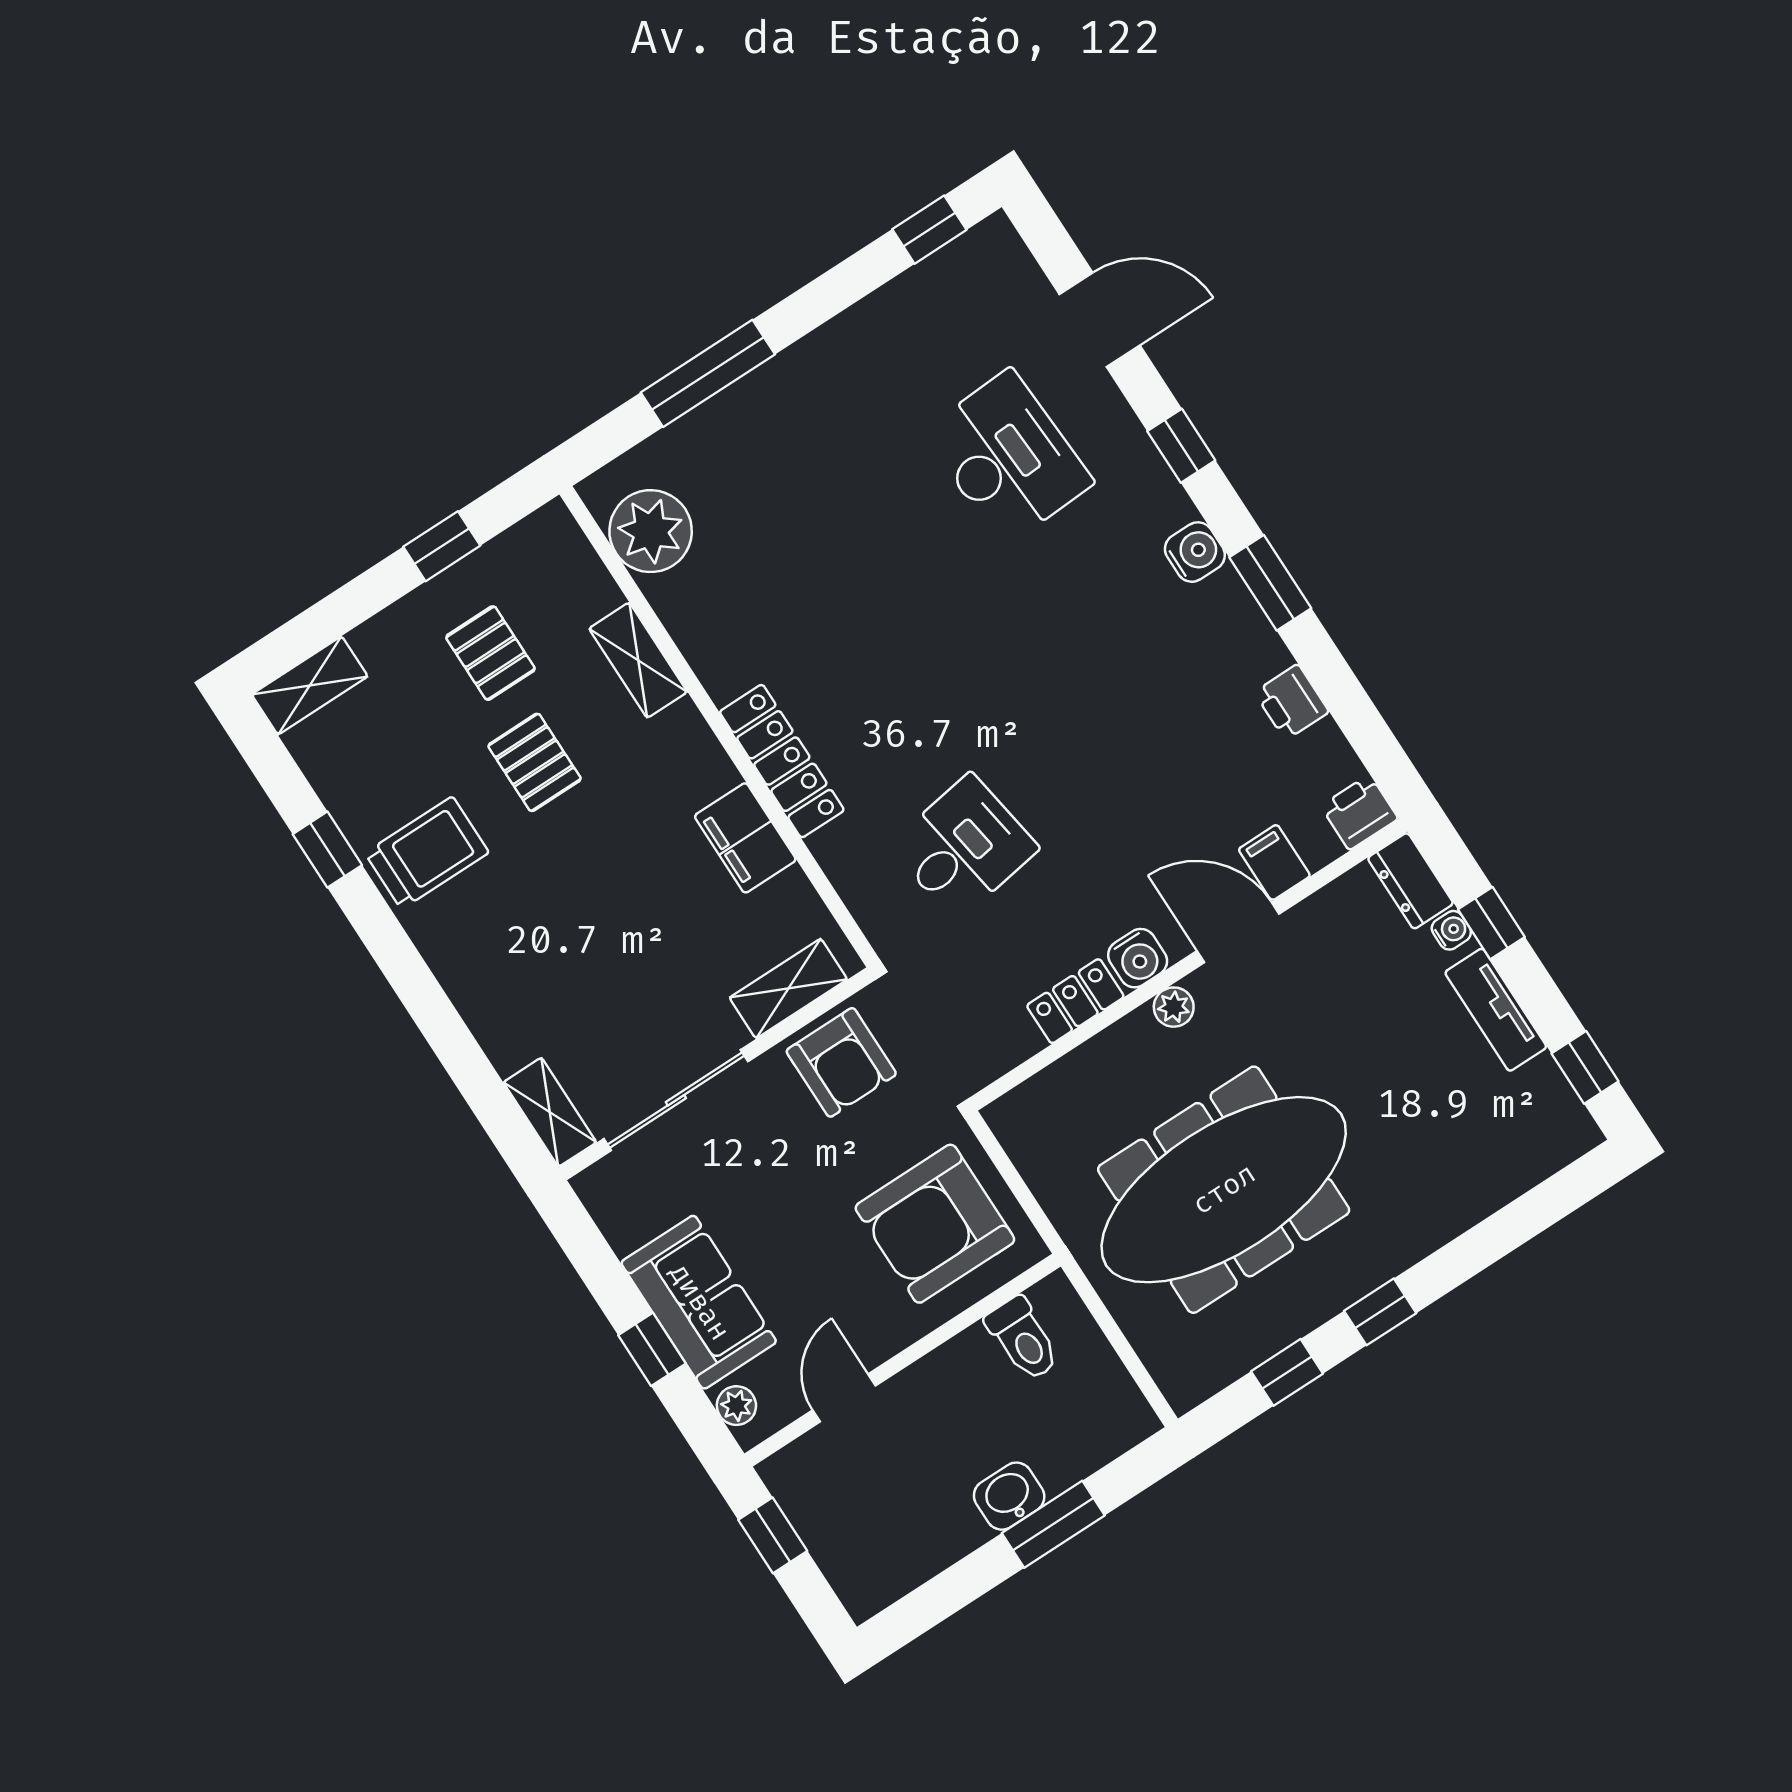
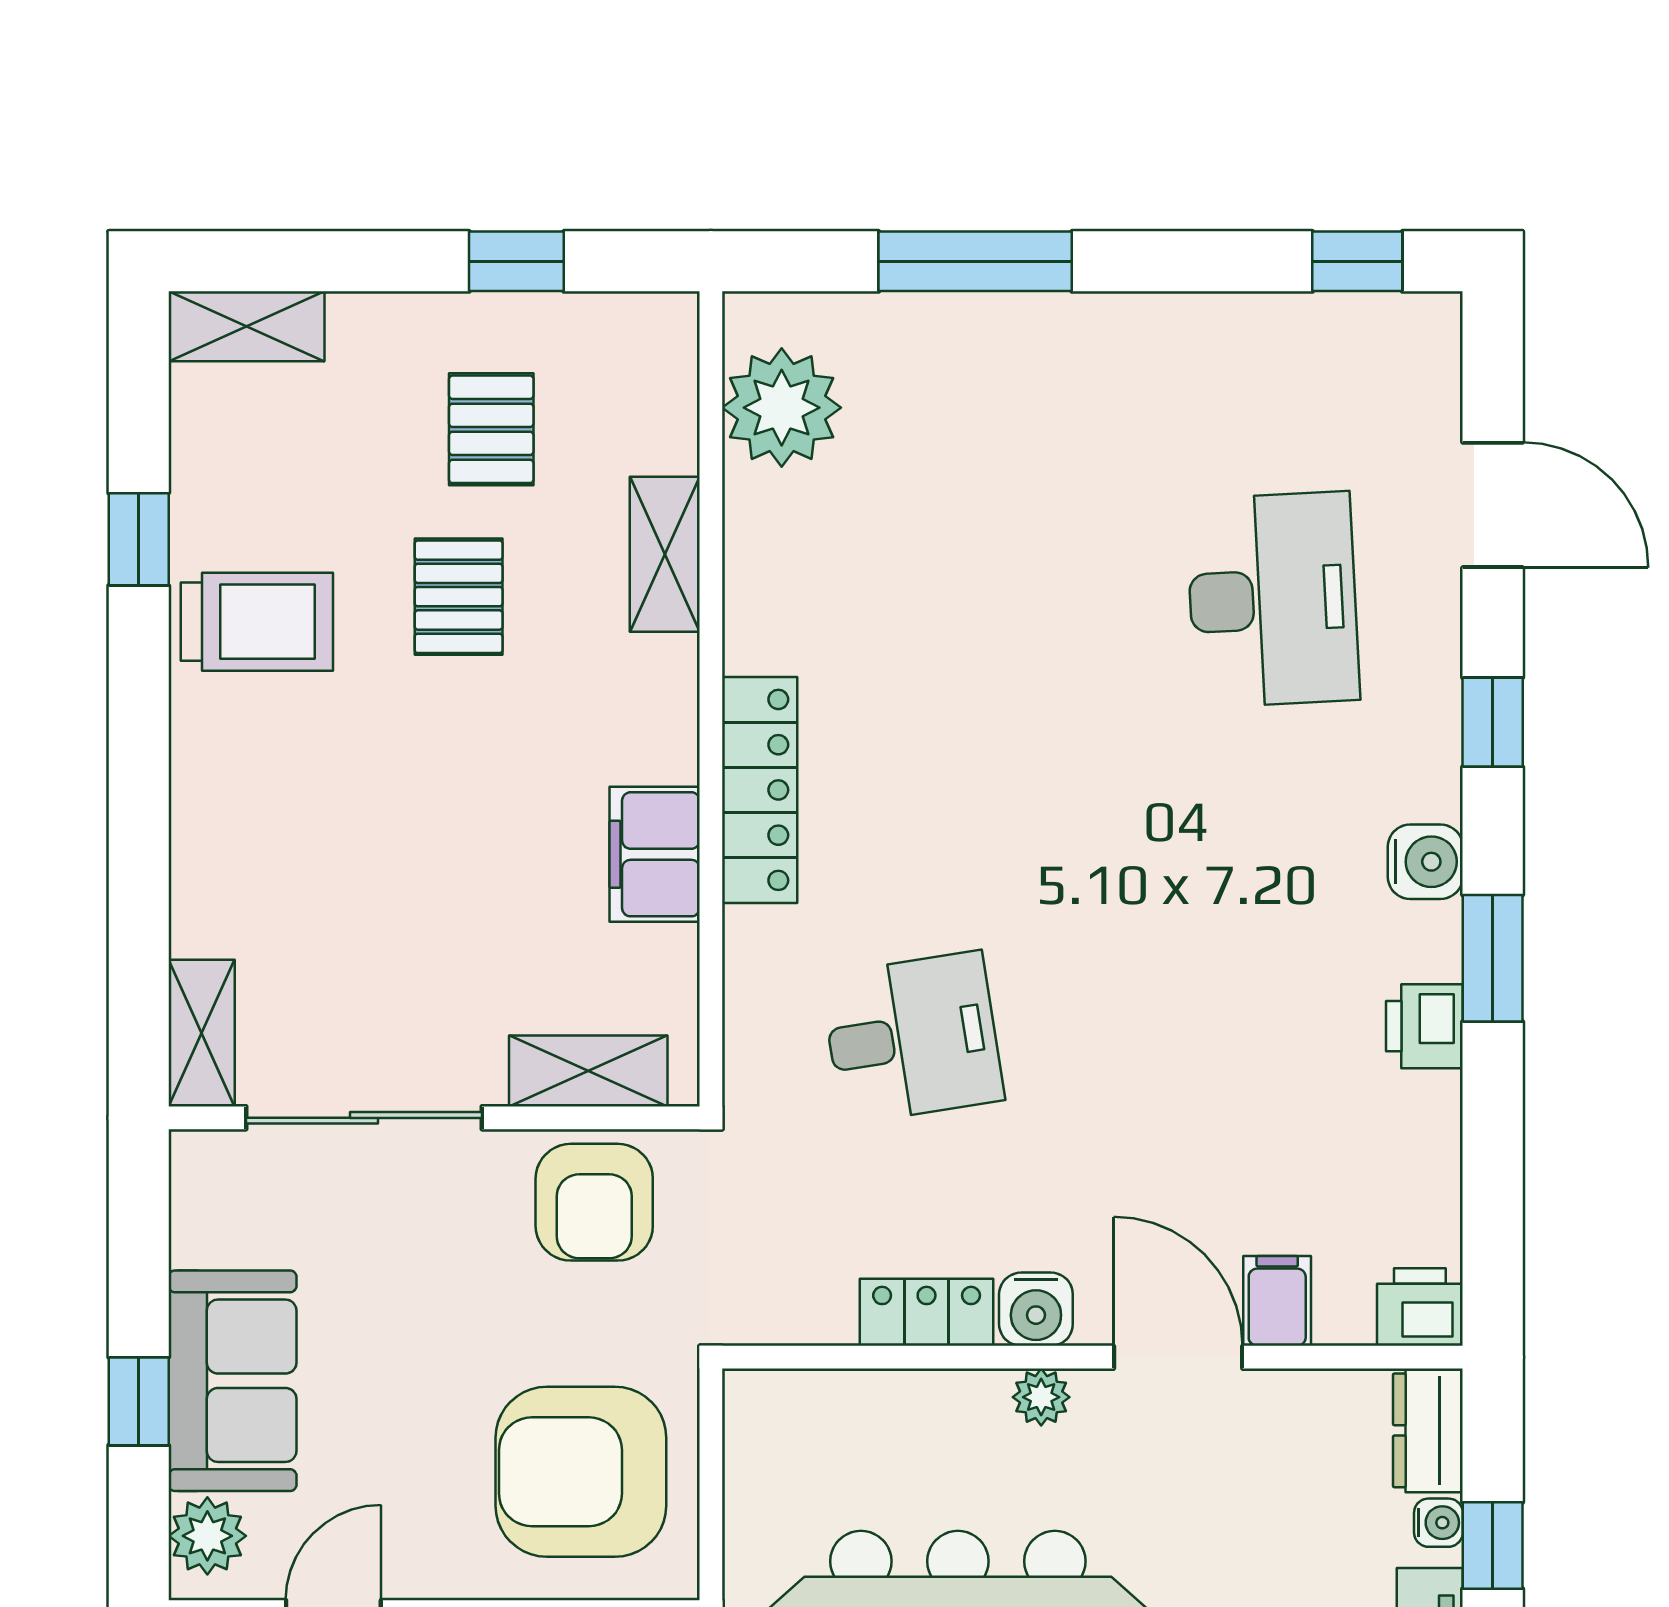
printer: (1292, 702) -> (1424, 1026), moved
plant: (736, 1406) -> (207, 1536), width x1.38, depth x1.38

